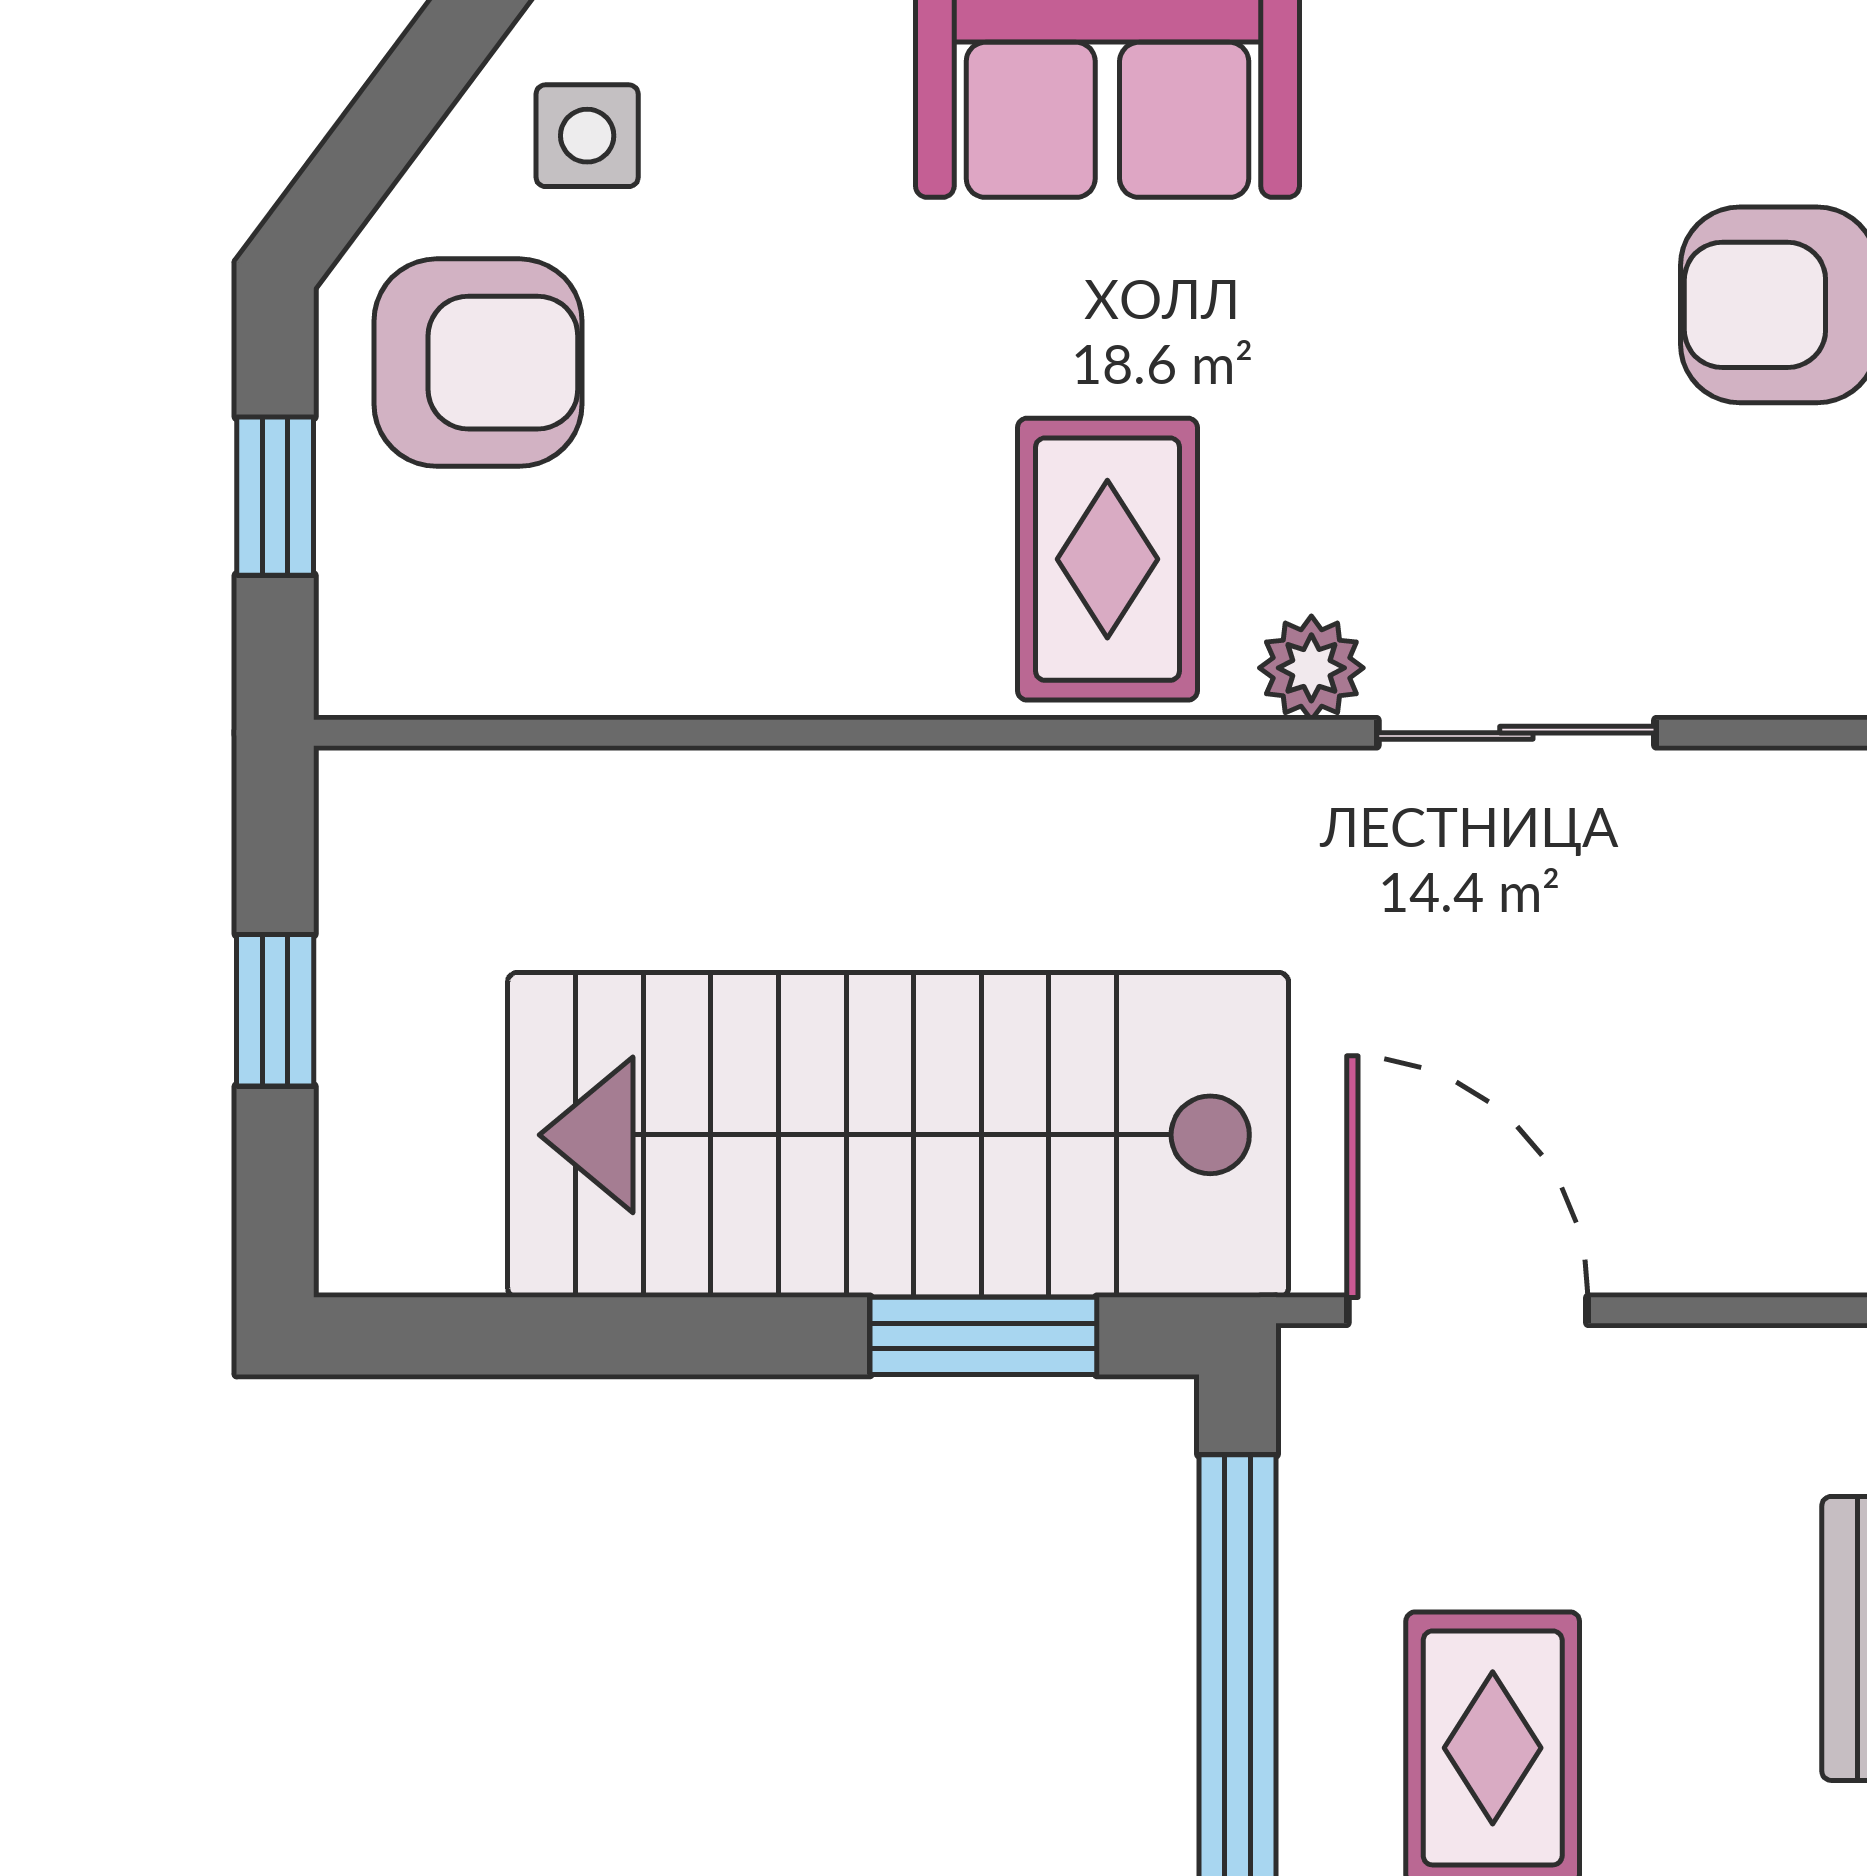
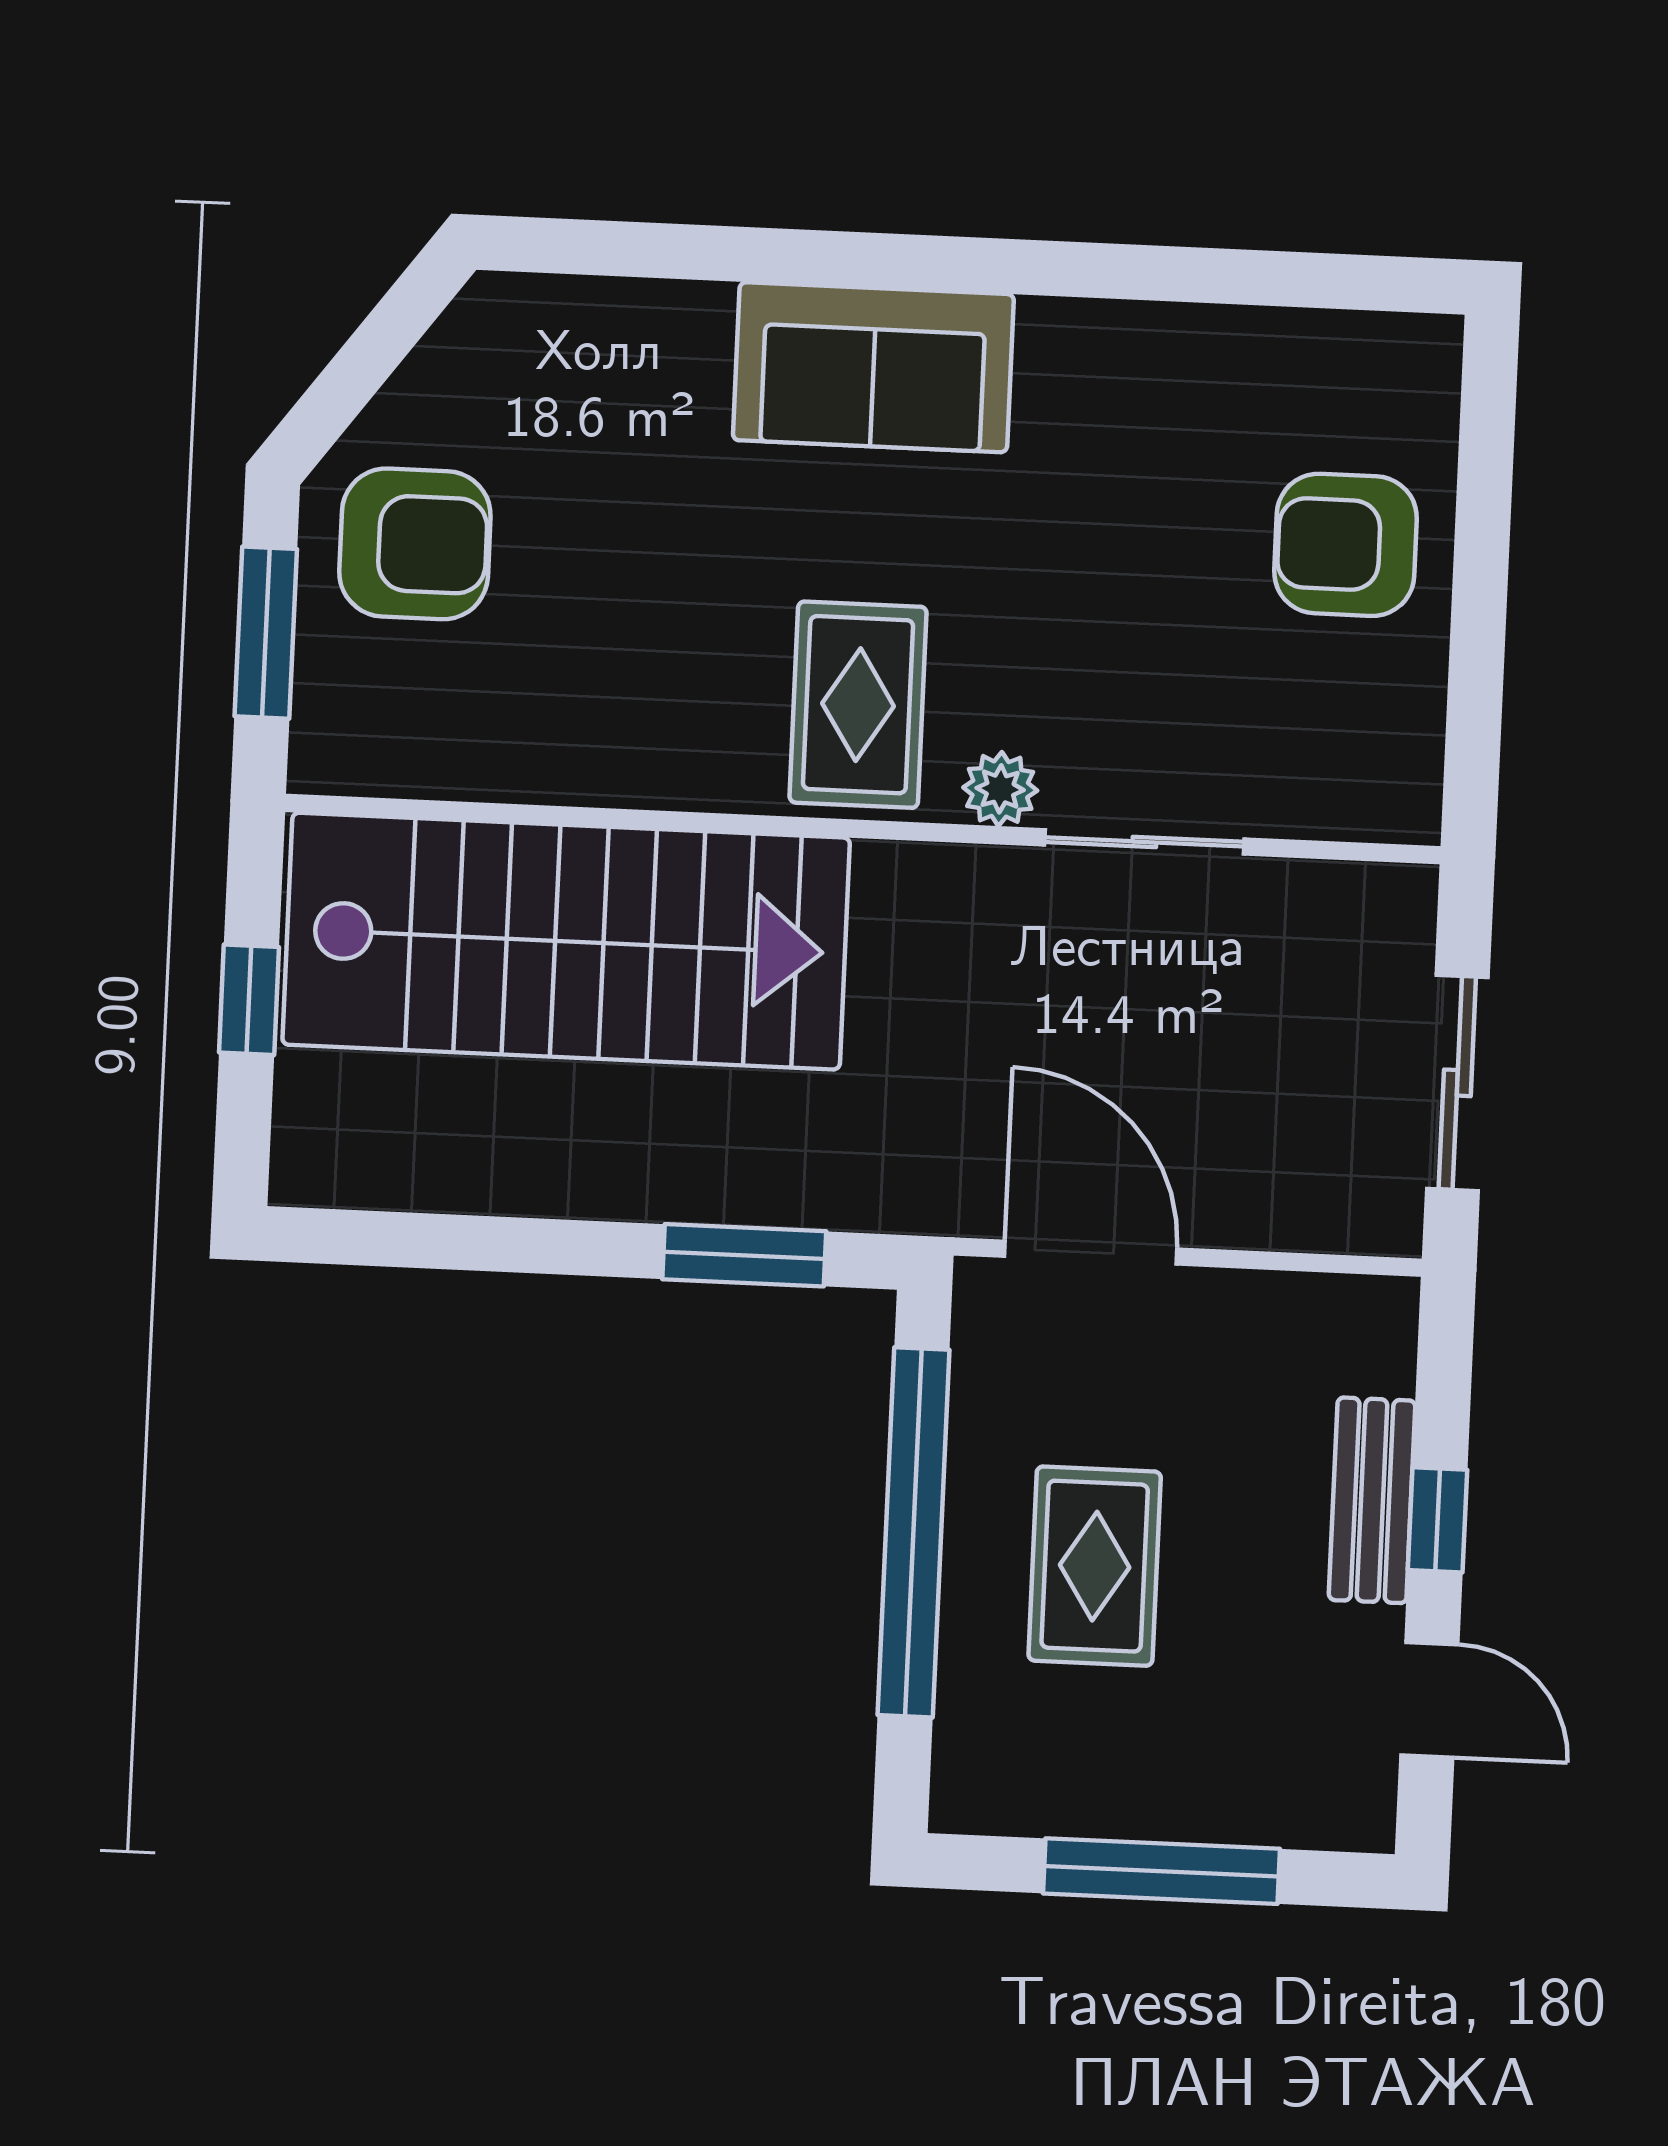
side table: (587, 136) -> (500, 385), removed
window: (275, 496) -> (266, 633), width x1.50
stairs: (898, 1135) -> (566, 941), moved, turned 180

